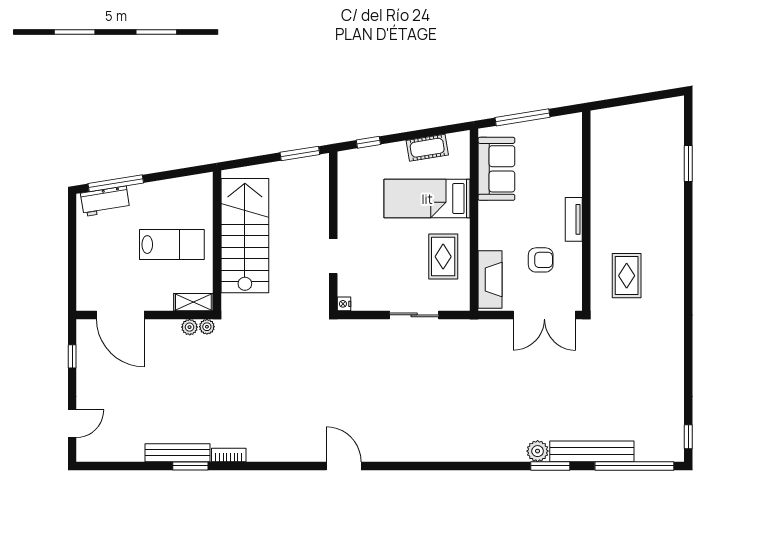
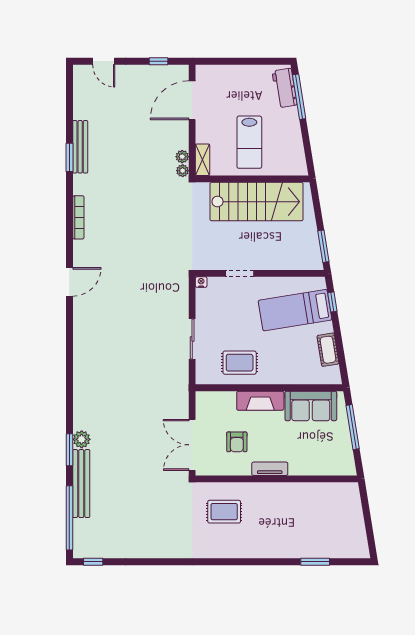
bed: (427, 199) -> (295, 310), moved, turned -99
fireplace: (490, 280) -> (260, 401), moved
bookcase: (229, 455) -> (78, 217), moved, width x1.56

